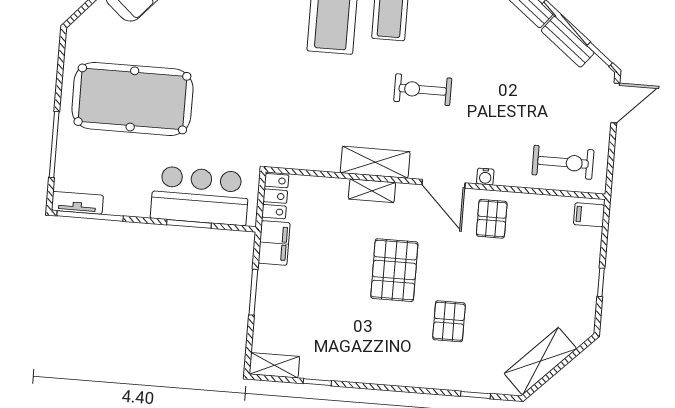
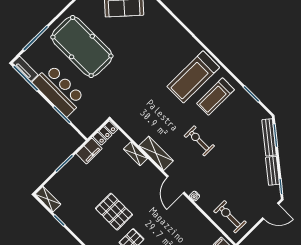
exercise bike: (563, 162) -> (230, 217), turned 180
shelving: (372, 191) -> (136, 154), moved
bar counter: (200, 196) -> (59, 90), moved
pallet: (492, 219) -> (183, 215), removed
pallet: (394, 270) -> (114, 212), moved, turned 90

